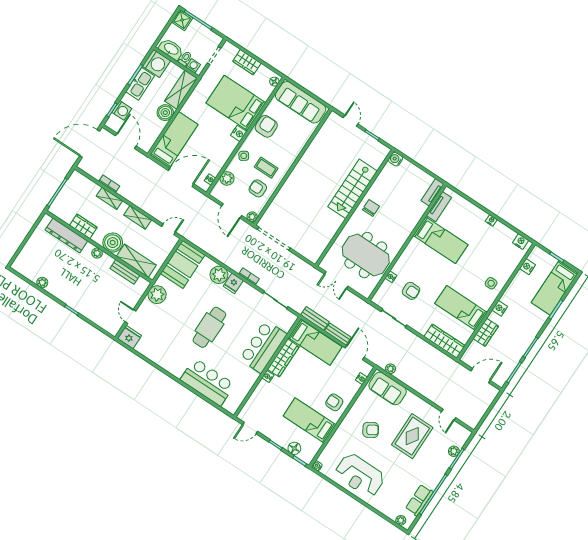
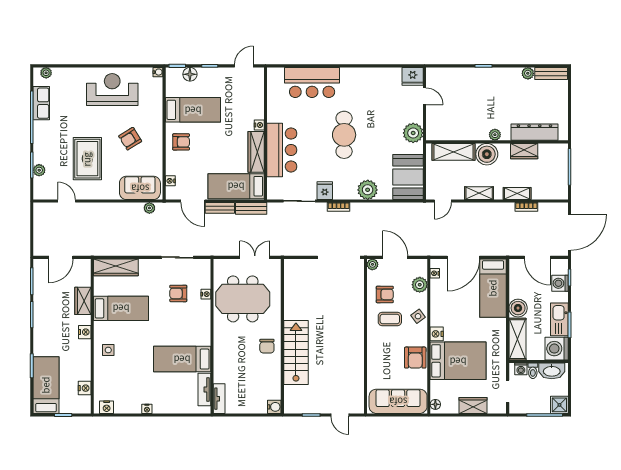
bench: (125, 272) -> (551, 73), moved
fridge: (233, 283) -> (325, 191), moved

